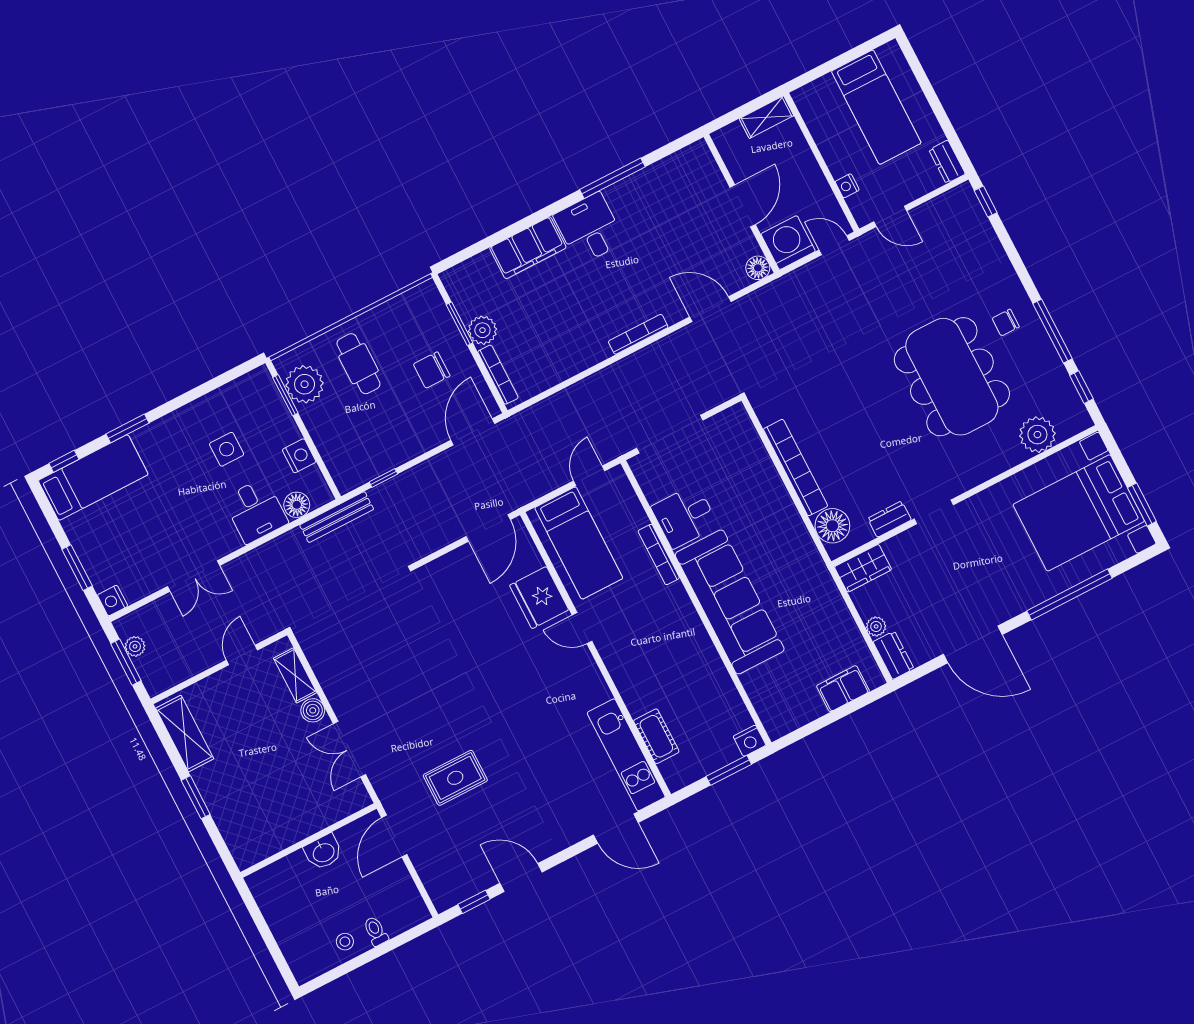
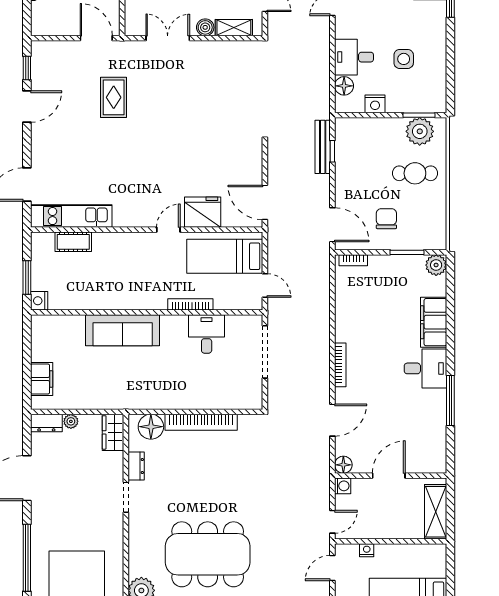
shelving: (766, 117) -> (436, 512), width x1.50, depth x1.33
door: (743, 206) -> (389, 476), swing flipped
washing machine: (788, 243) -> (343, 486), width x0.53, depth x0.53
plant: (482, 330) -> (436, 265), moved
bookcase: (498, 375) -> (353, 260), width x0.64
bench: (337, 517) -> (323, 147), moved
sofa: (730, 602) -> (123, 330), width x0.74, depth x0.79

